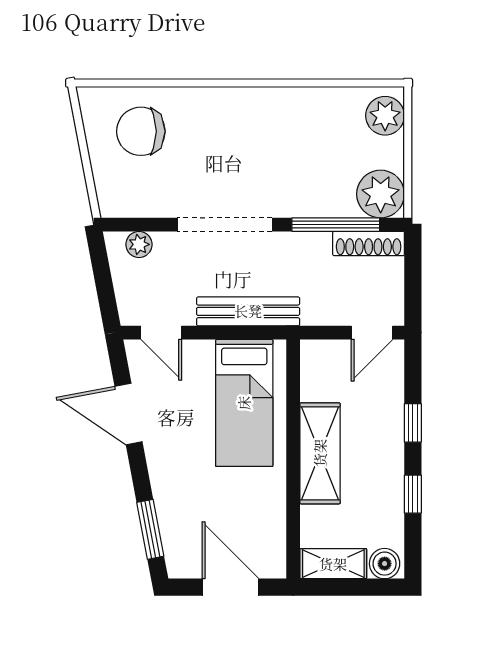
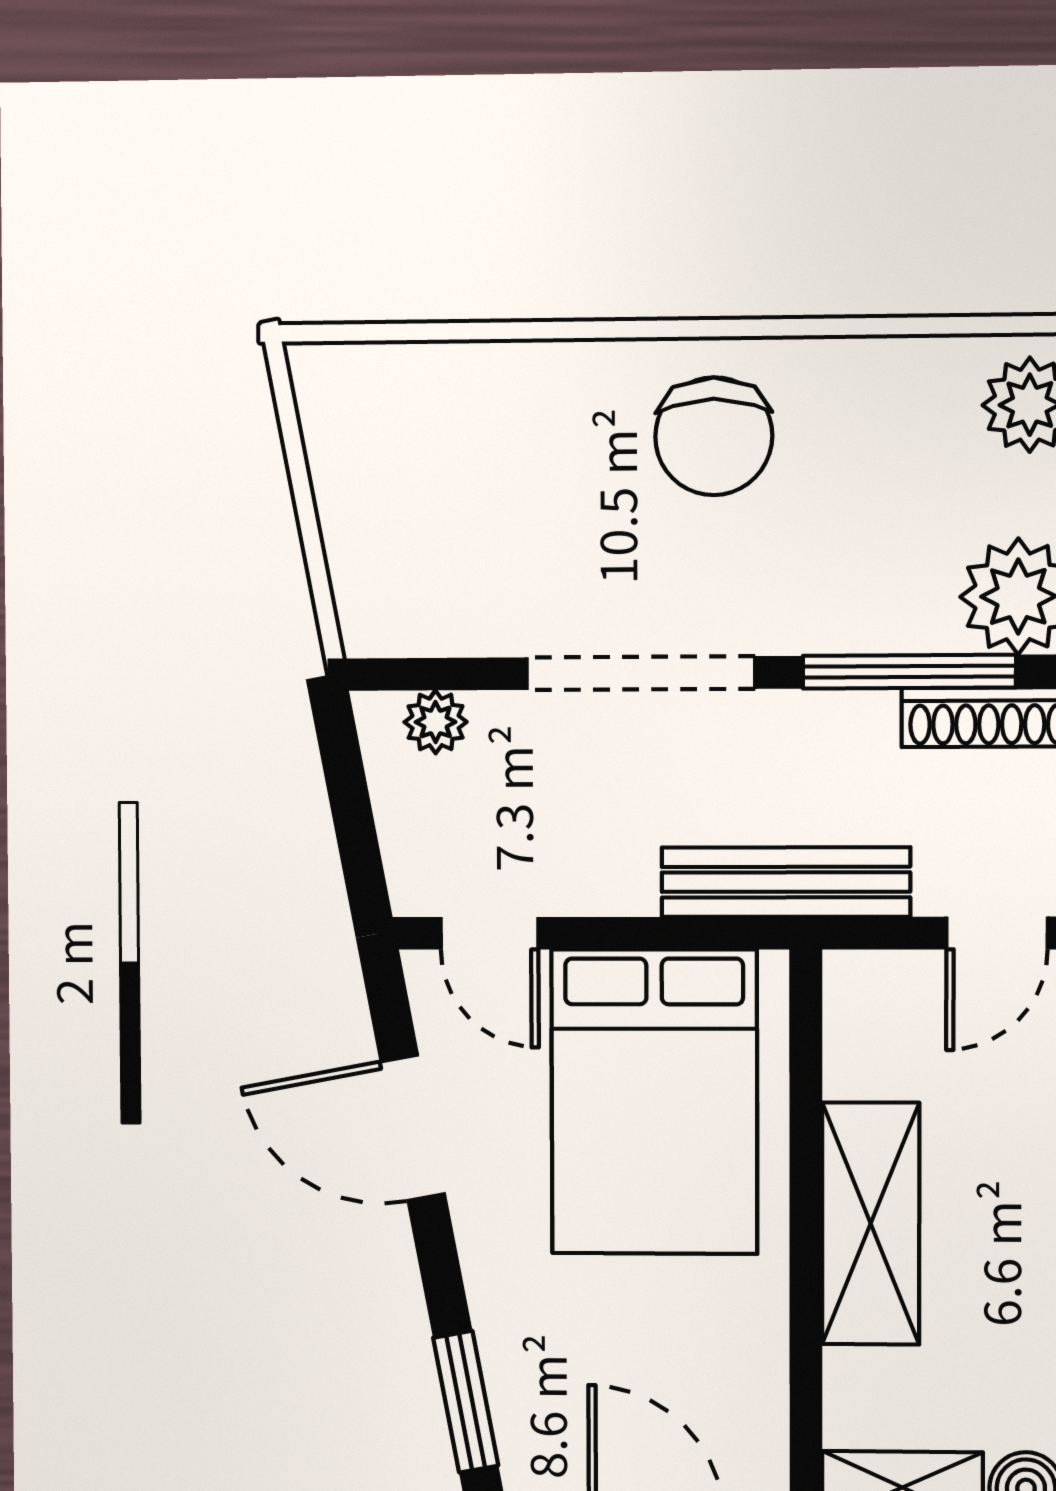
chair: (141, 131) -> (714, 436), moved, turned -90
bench: (248, 311) -> (786, 882), moved
bed: (244, 403) -> (654, 1102), width x1.50

